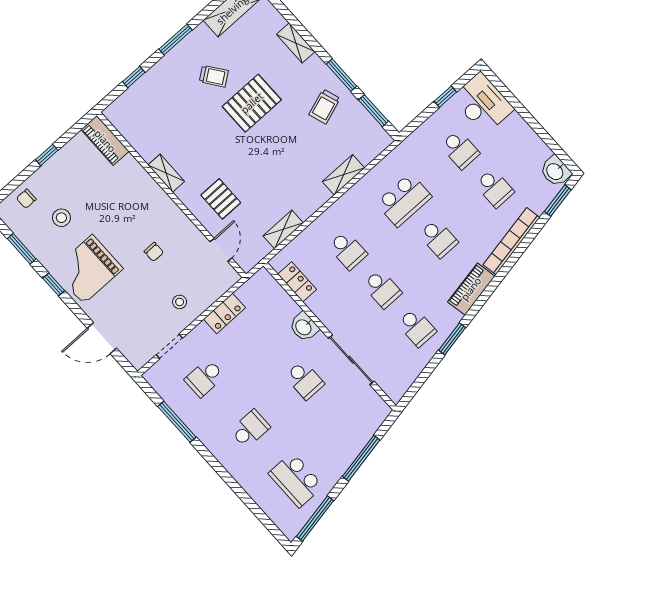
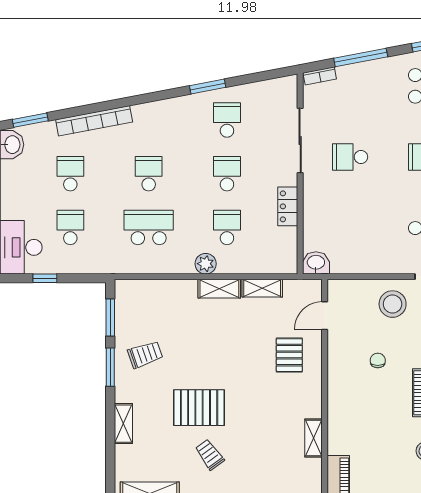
shelving: (166, 173) -> (314, 438), moved
shelving: (343, 175) -> (219, 289), moved
plant: (340, 211) -> (206, 264), added
locker: (297, 282) -> (288, 206), moved
piano: (471, 289) -> (158, 112), removed
stool: (180, 302) -> (393, 304), width x1.89, depth x1.89
locker: (224, 313) -> (366, 264), removed
washbasin: (304, 327) -> (316, 263), moved, turned -90
school desk: (305, 380) -> (350, 157), turned -90
bookcase: (379, 419) -> (320, 76), added

